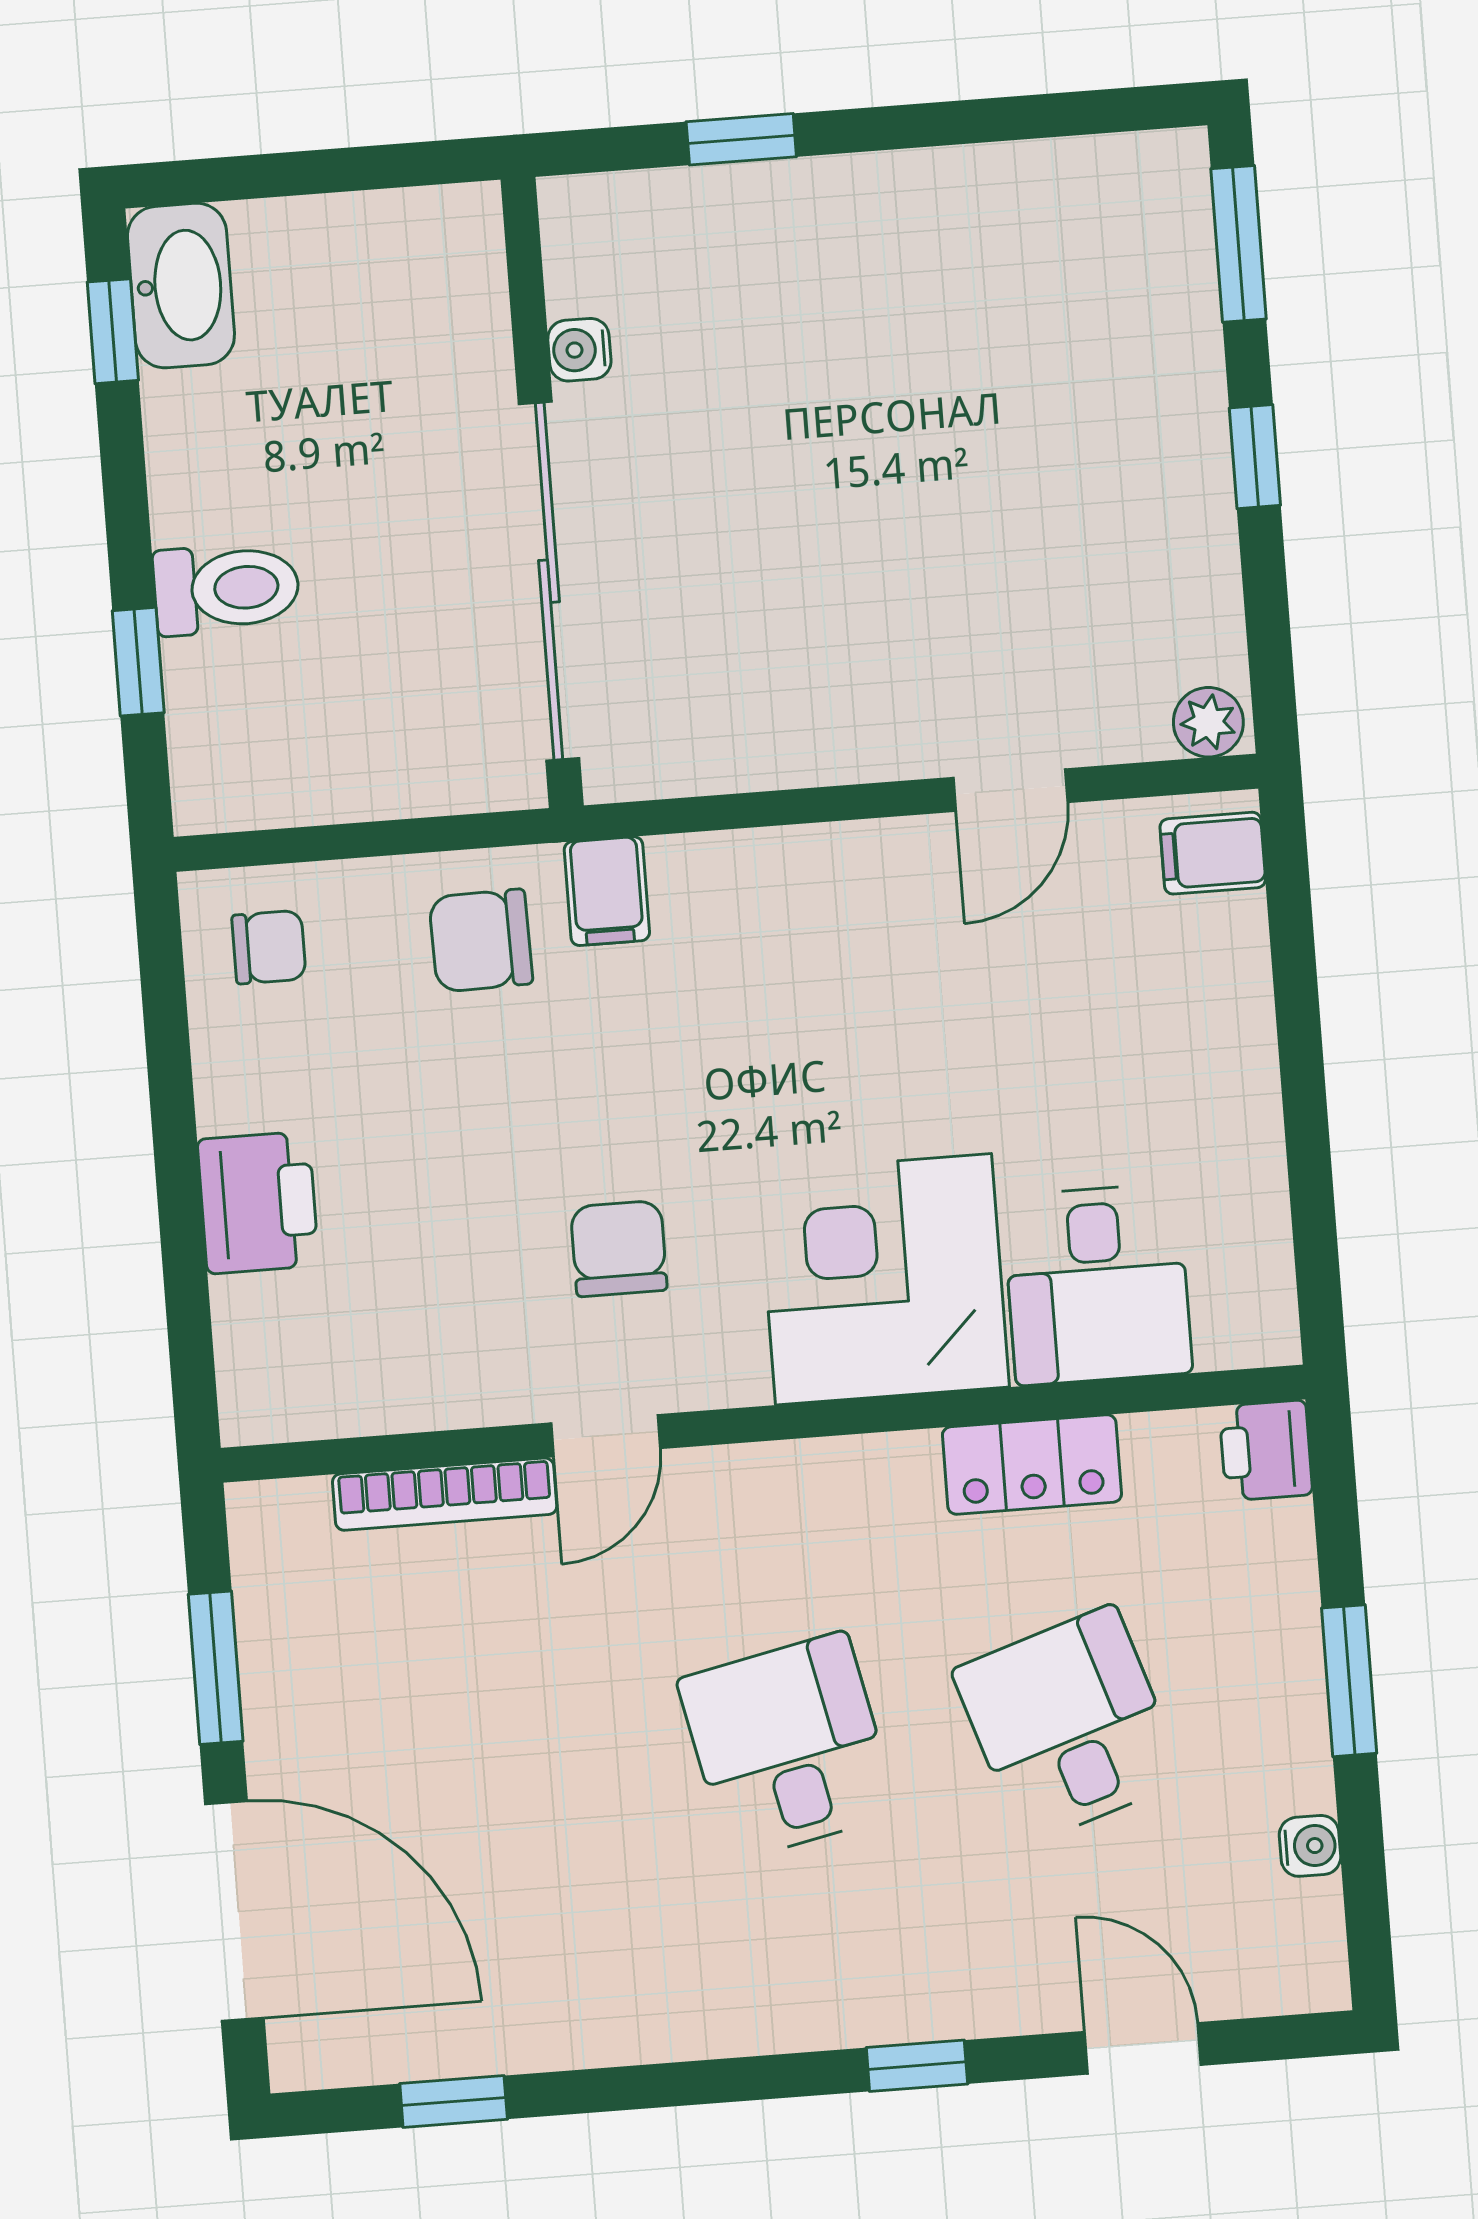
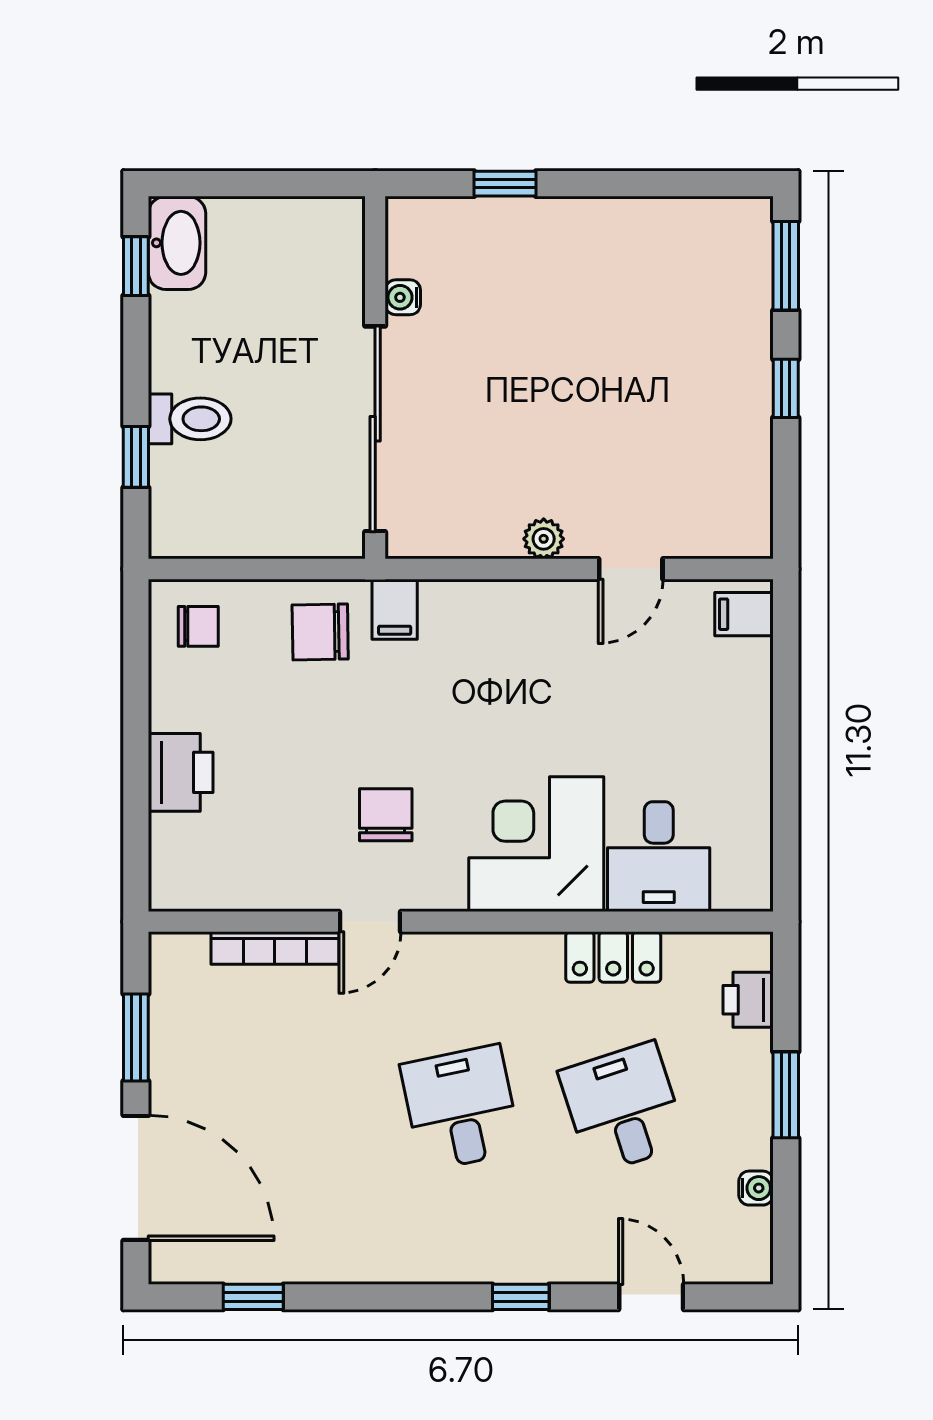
plant: (1208, 722) -> (544, 539), moved
printer: (1266, 1450) -> (748, 1000), moved

